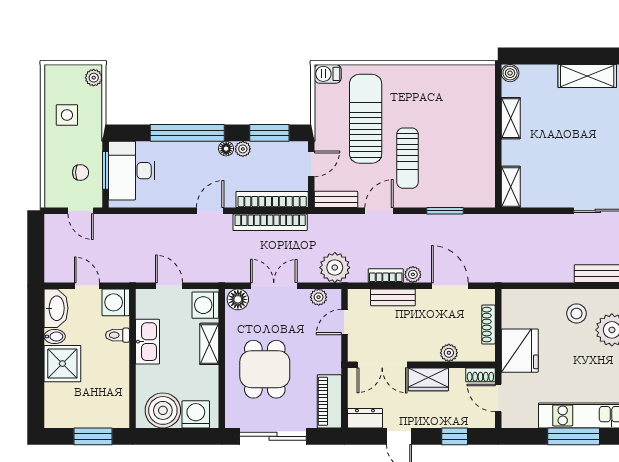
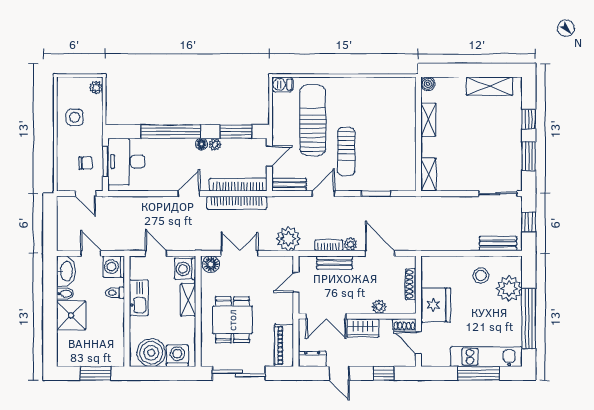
plant: (319, 297) -> (275, 262), removed

